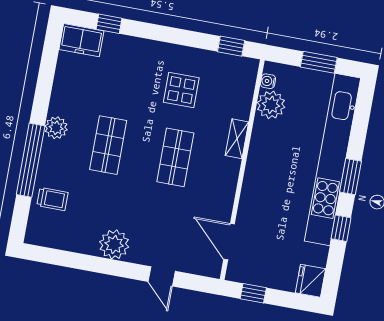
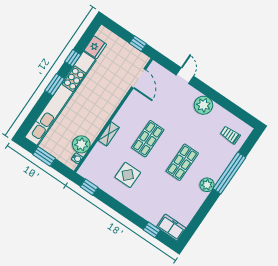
trolley: (52, 199) -> (230, 135), moved
fridge: (311, 281) -> (95, 47), moved

